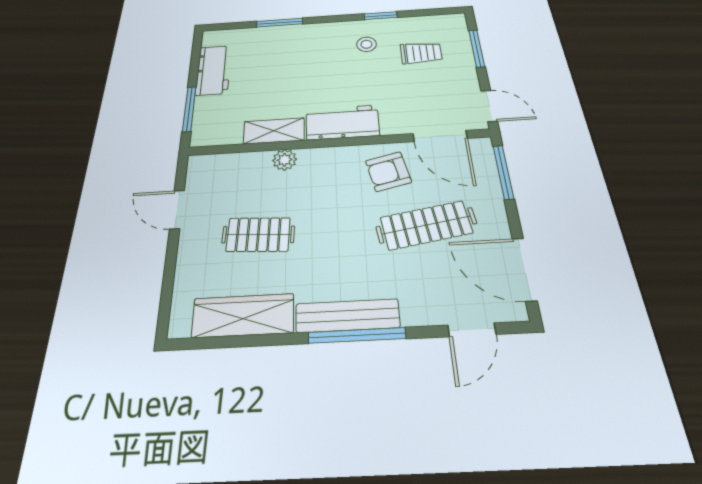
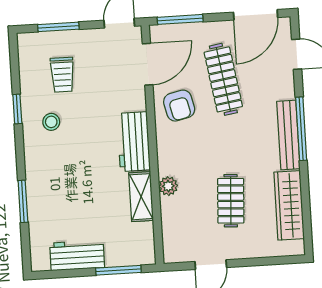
trolley: (421, 53) -> (62, 75), turned 180

